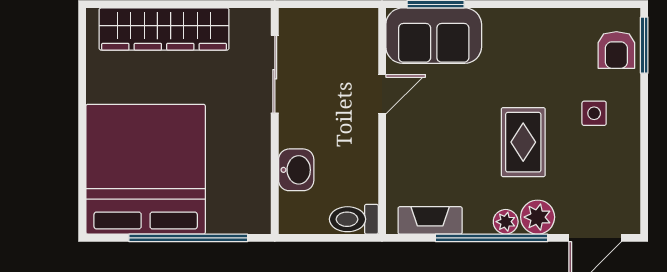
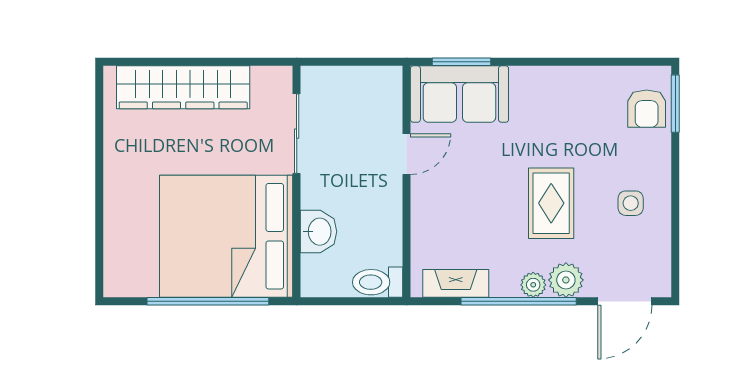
side table: (594, 113) -> (631, 203), moved
bed: (146, 169) -> (226, 236), moved, turned -90

